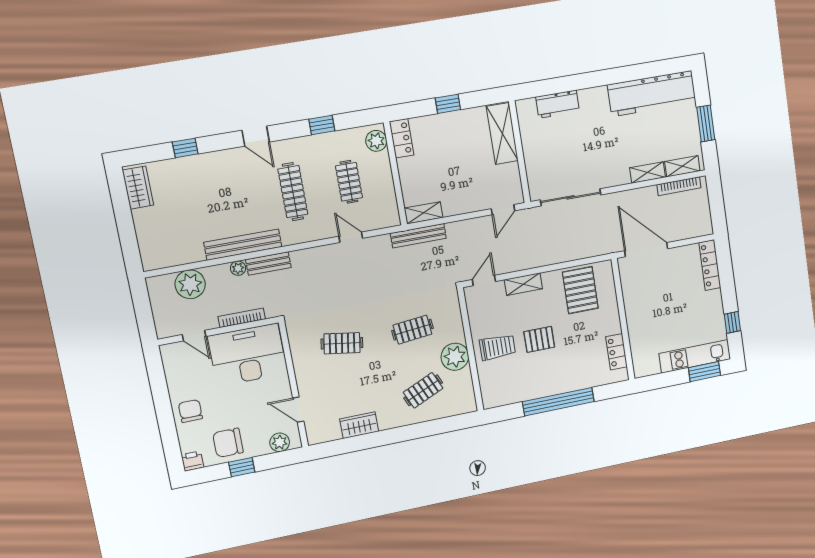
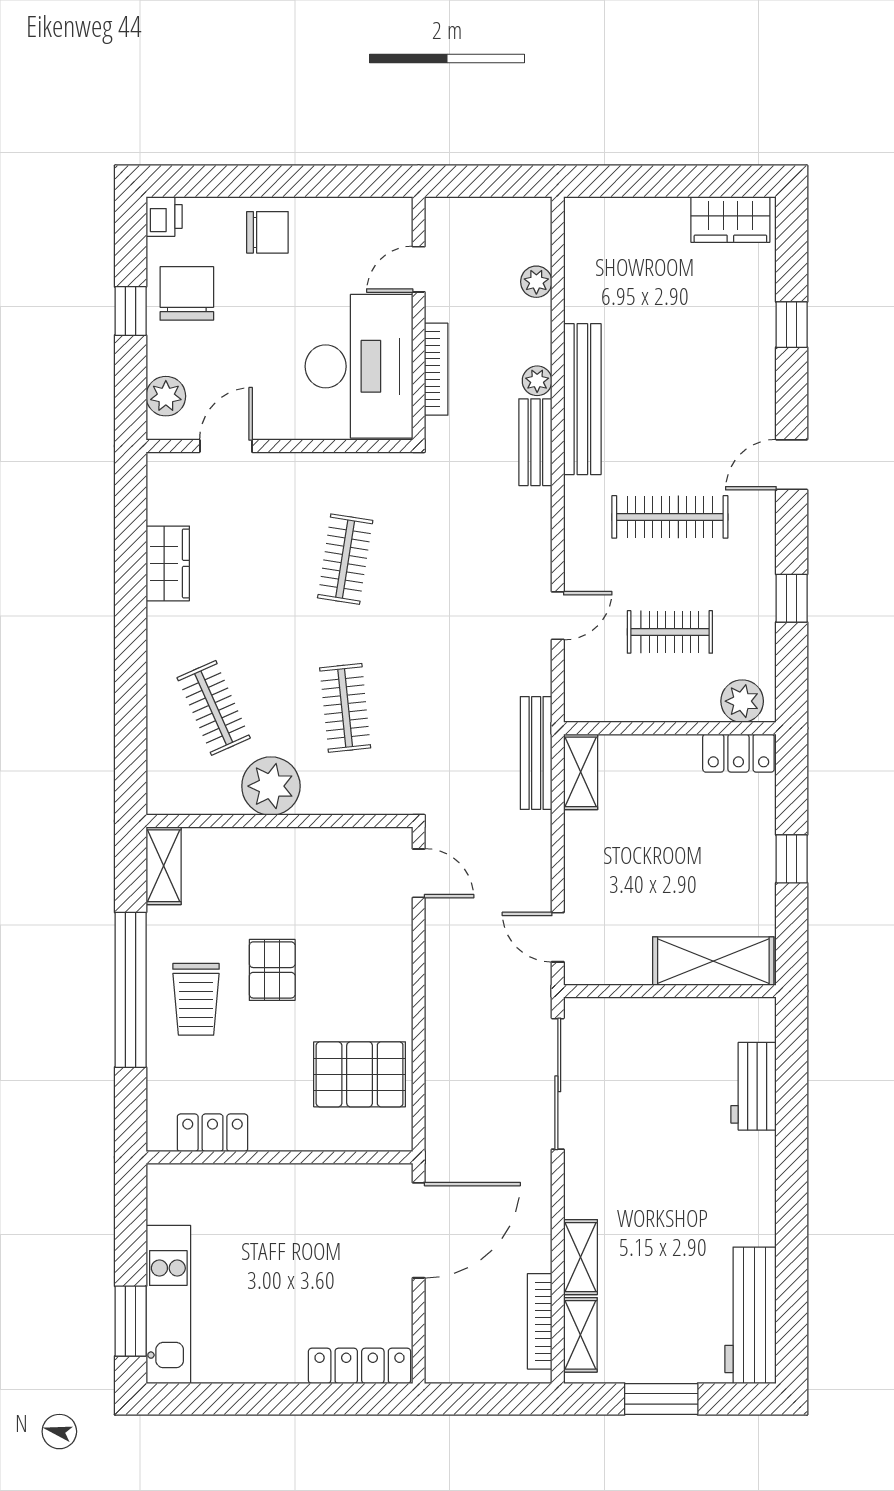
workbench: (652, 94) -> (751, 1315), width x0.73, depth x0.76
plant: (190, 284) -> (536, 282), width x0.53, depth x0.53
shelving: (523, 284) -> (164, 866), moved
window: (732, 322) -> (226, 1399), removed
trolley: (497, 347) -> (196, 999), moved

